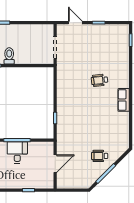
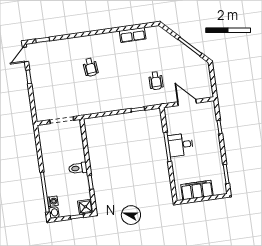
door: (75, 23) -> (26, 54), moved
row of seats: (124, 100) -> (133, 35), moved
wheelchair: (100, 156) -> (156, 81), moved

